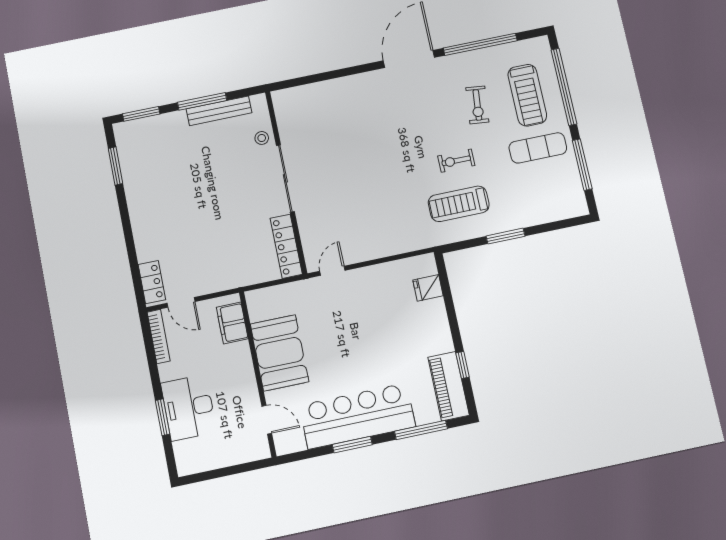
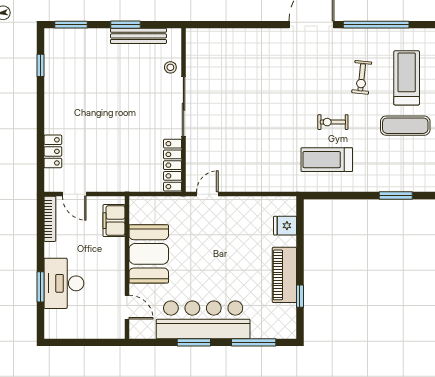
treadmill: (527, 95) -> (407, 78), turned 180
window: (202, 101) -> (126, 25), width x0.69
window: (115, 166) -> (41, 65), width x0.67
window: (506, 236) -> (396, 196), moved
locker: (152, 282) -> (53, 151), moved
piano: (449, 386) -> (284, 275), moved

